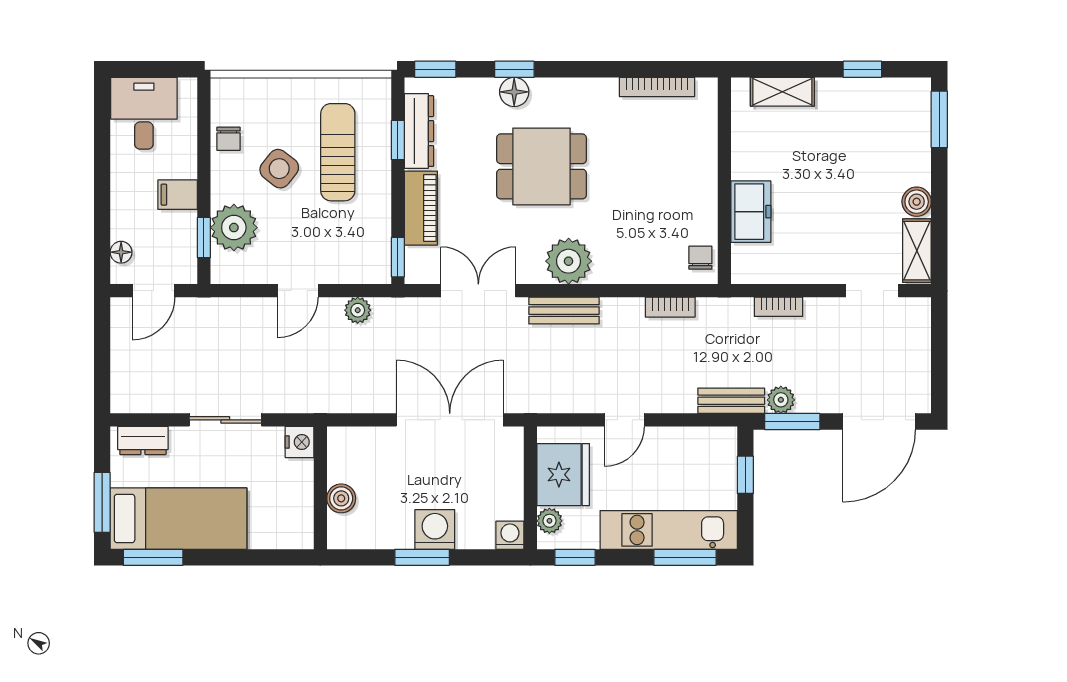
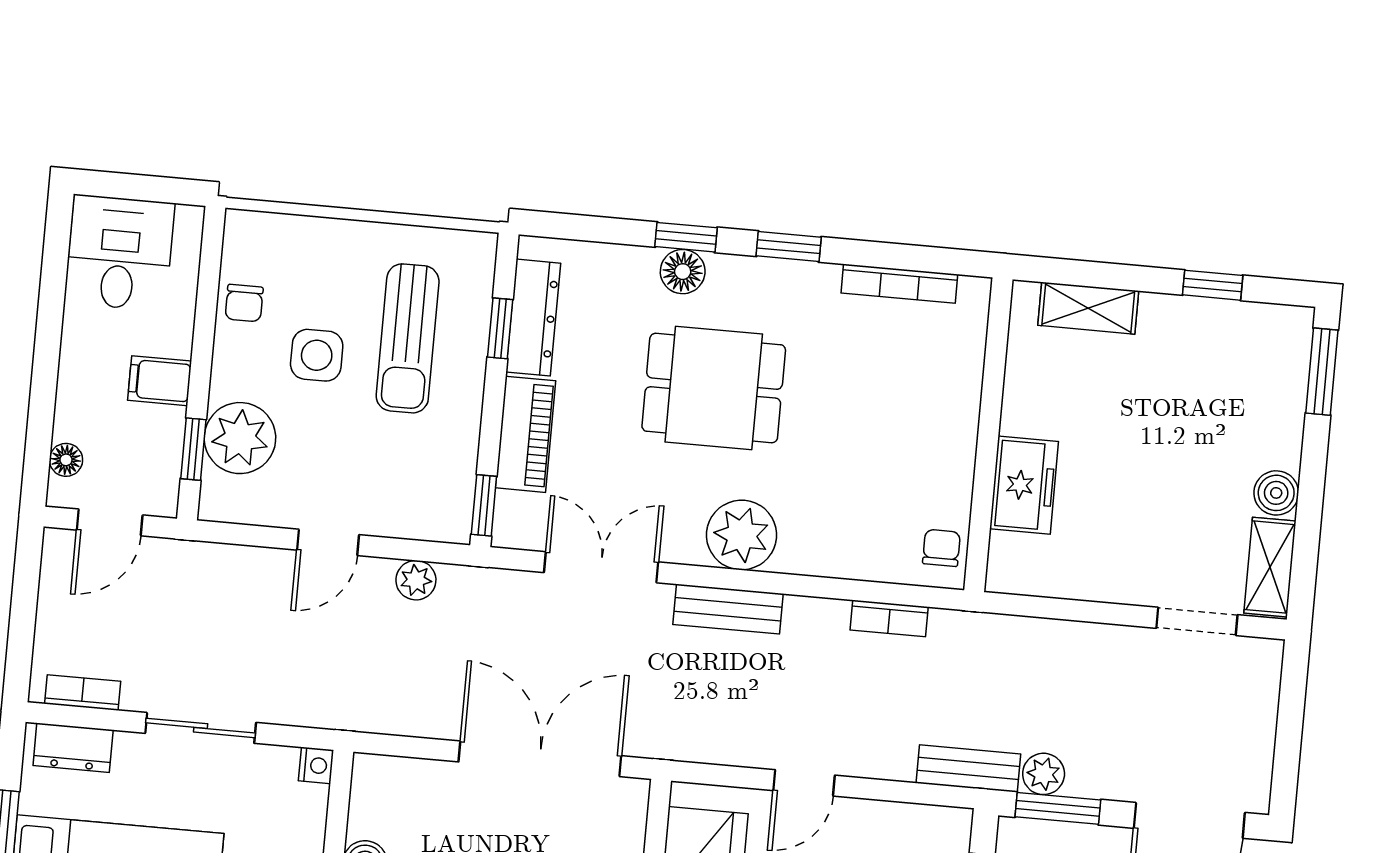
window: (435, 69) -> (789, 247), moved
sun lounger: (338, 152) -> (408, 338), turned 180
side table: (279, 169) -> (317, 355), turned -38
bookcase: (779, 307) -> (83, 693), moved, turned 180
nightstand: (300, 442) -> (316, 765), width x0.72, depth x0.74

